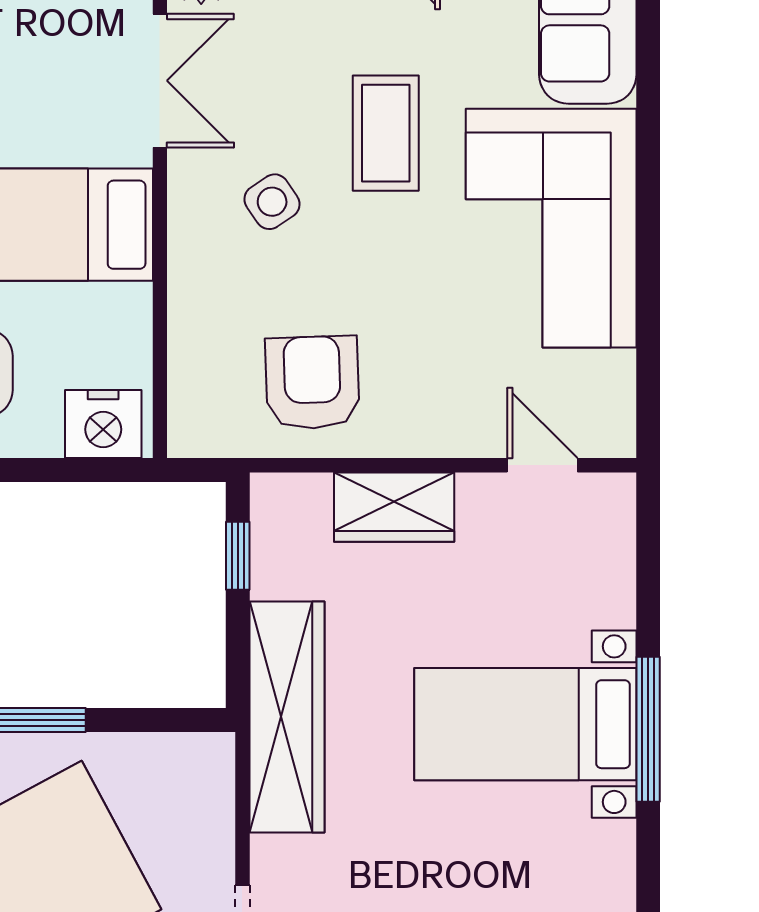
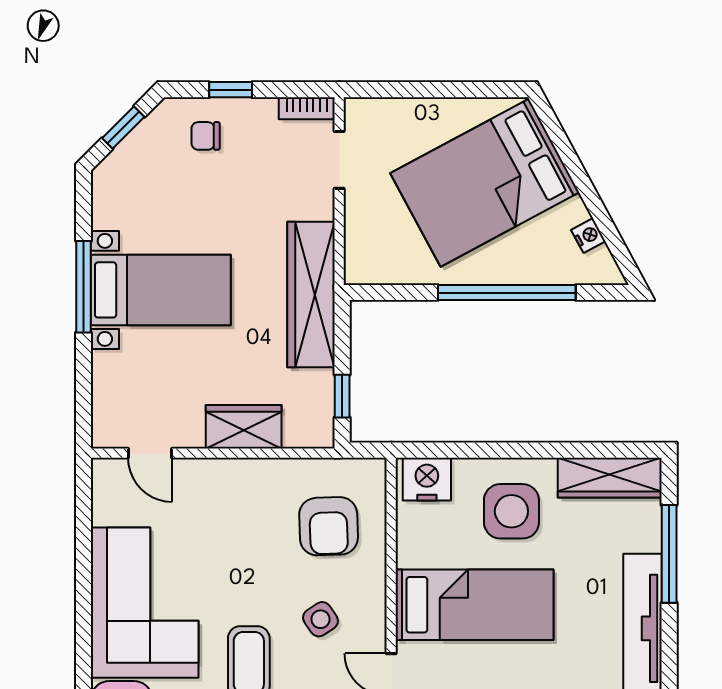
armchair: (312, 383) -> (329, 526), moved

